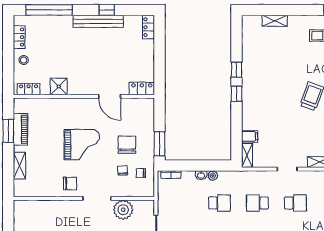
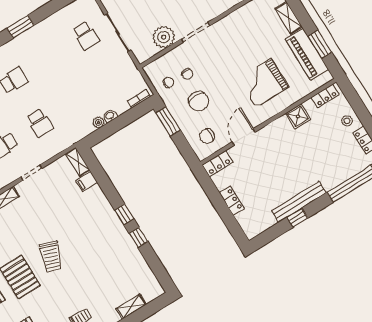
locker: (148, 27) -> (232, 201), moved
door: (110, 96) -> (244, 137), hinge flipped
piano: (20, 129) -> (307, 54), width x1.37, depth x1.33
grand piano: (82, 145) -> (264, 83), moved
chair: (70, 184) -> (207, 136), moved
school desk: (219, 203) -> (76, 100), removed
school desk: (257, 203) -> (40, 123), turned 90

